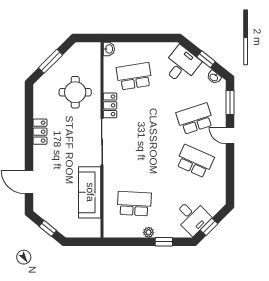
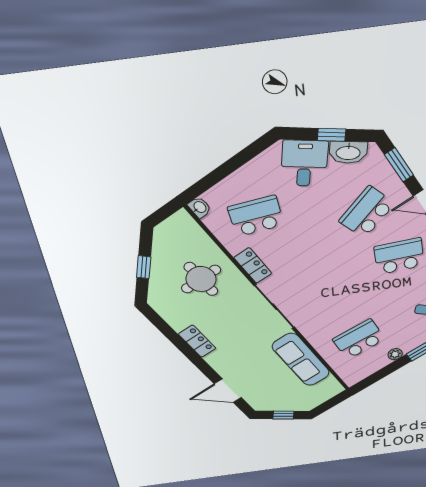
window: (51, 61) -> (144, 267), width x0.67
school desk: (134, 76) -> (256, 216), turned 30
washbasin: (214, 77) -> (348, 152), width x1.91, depth x1.45

